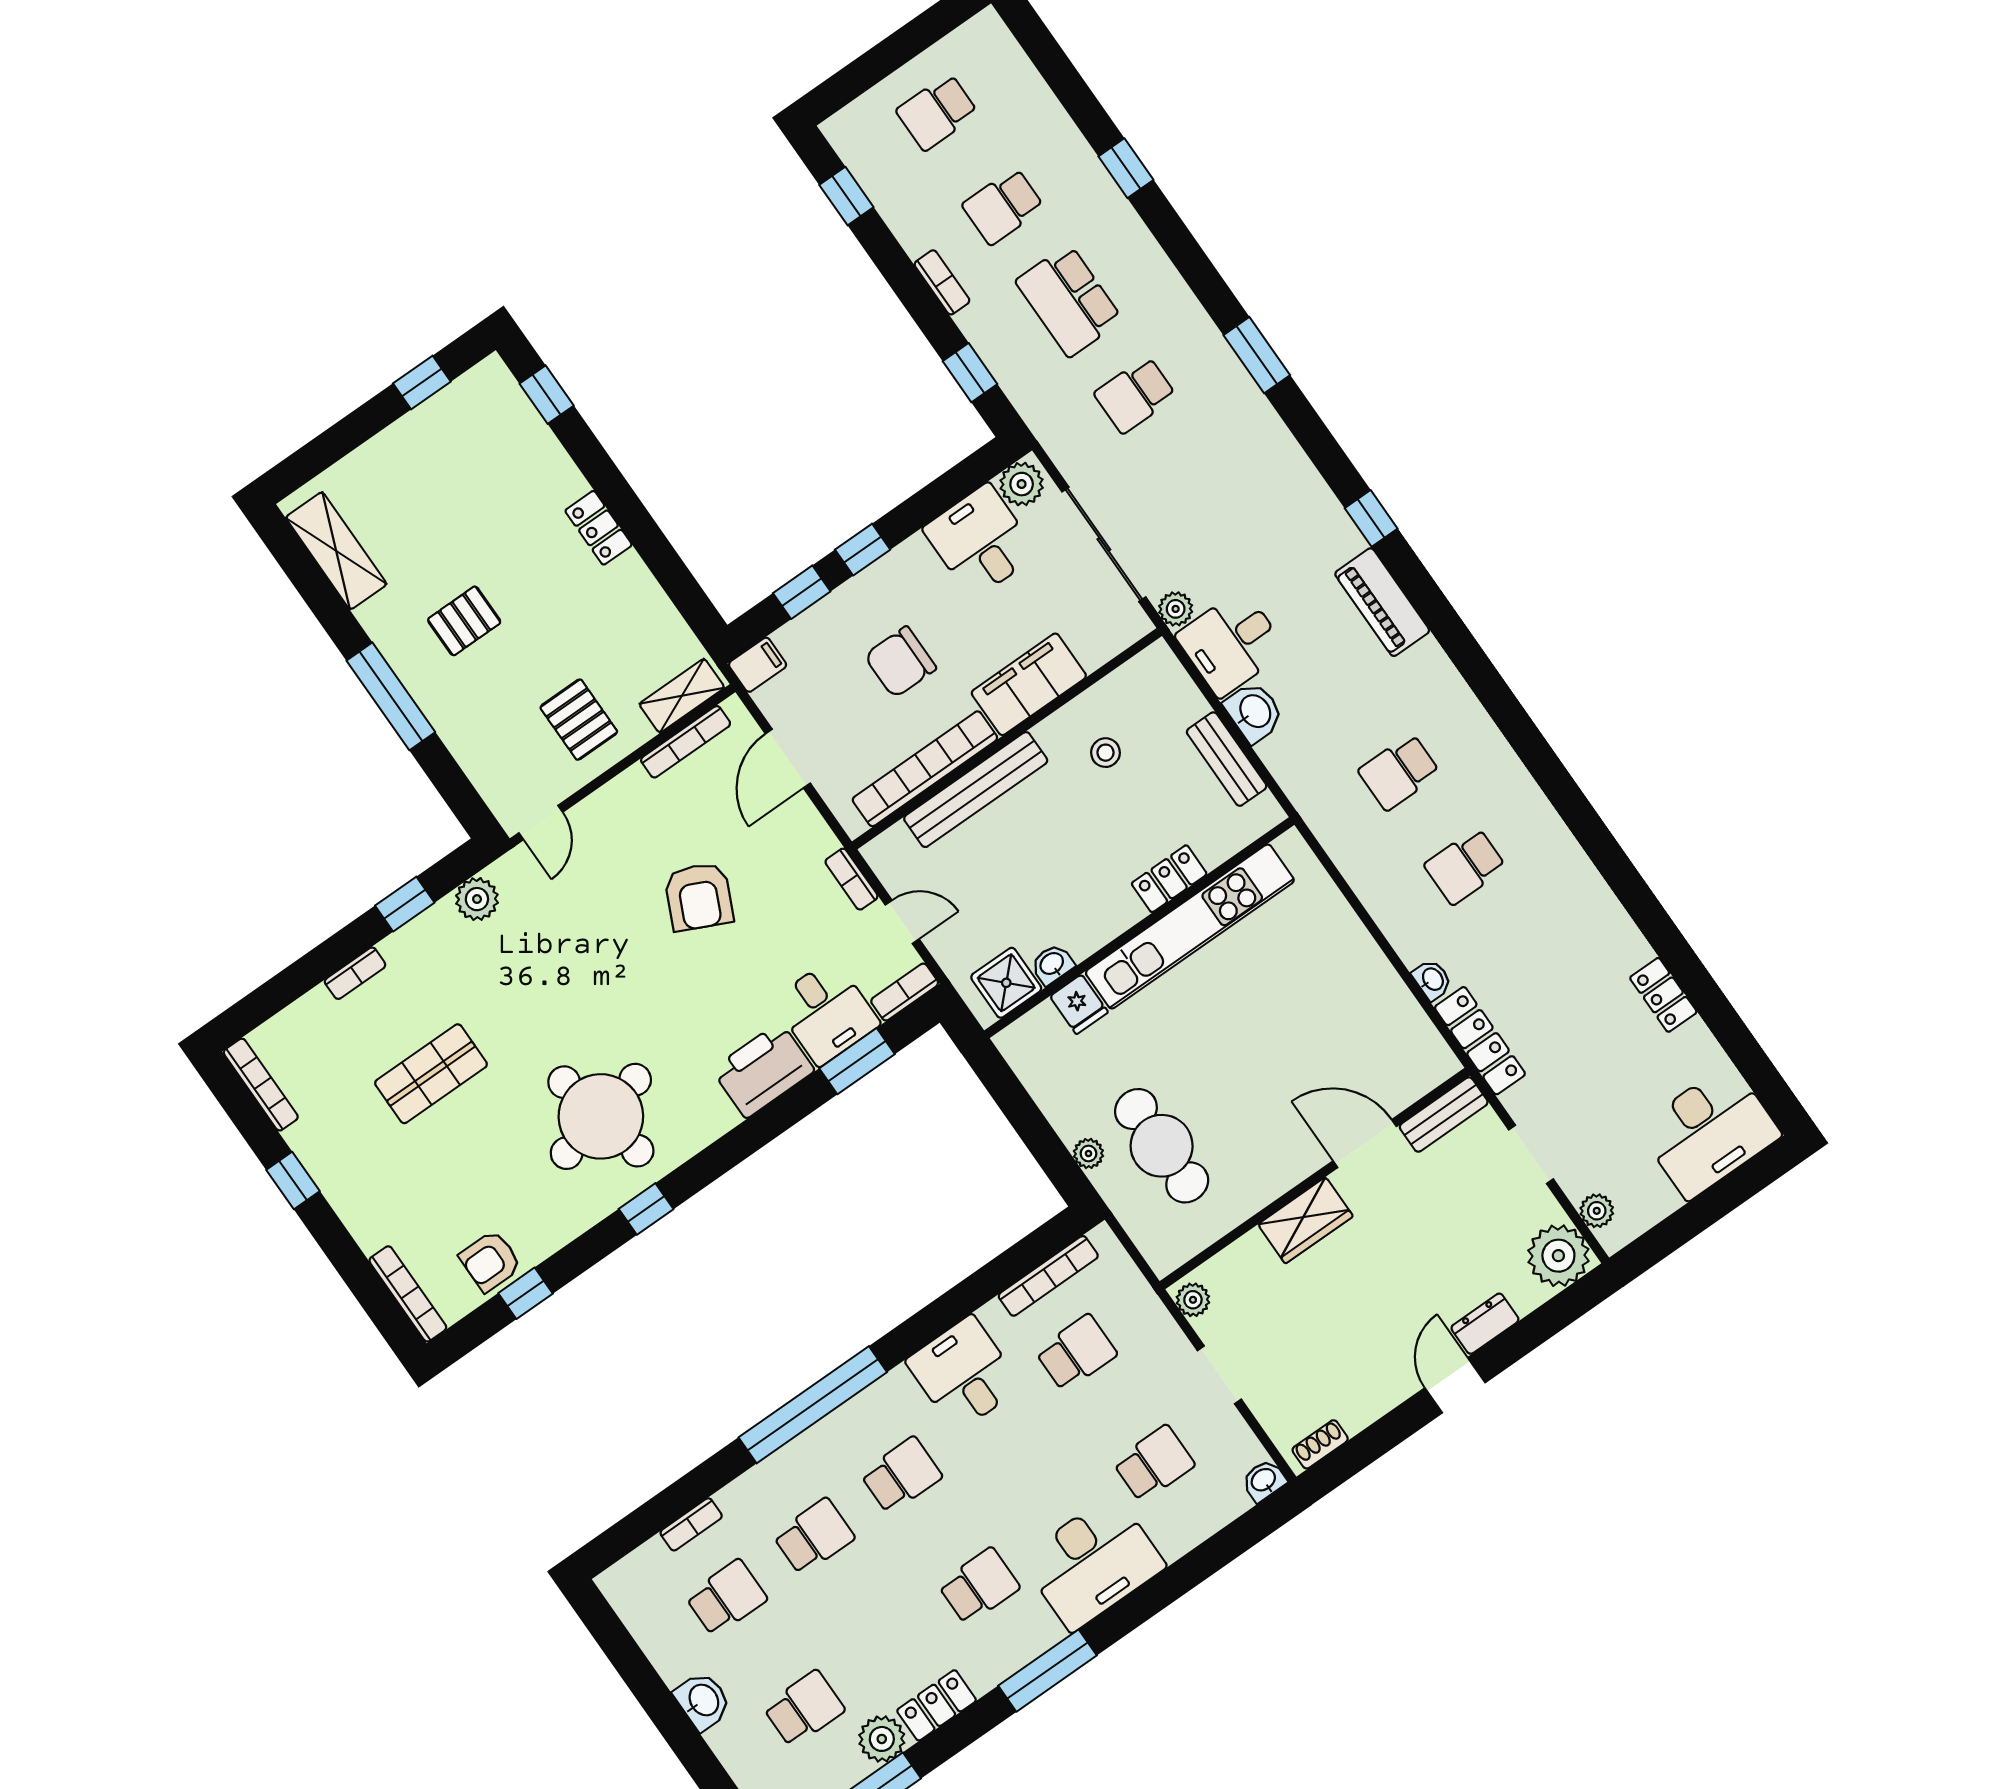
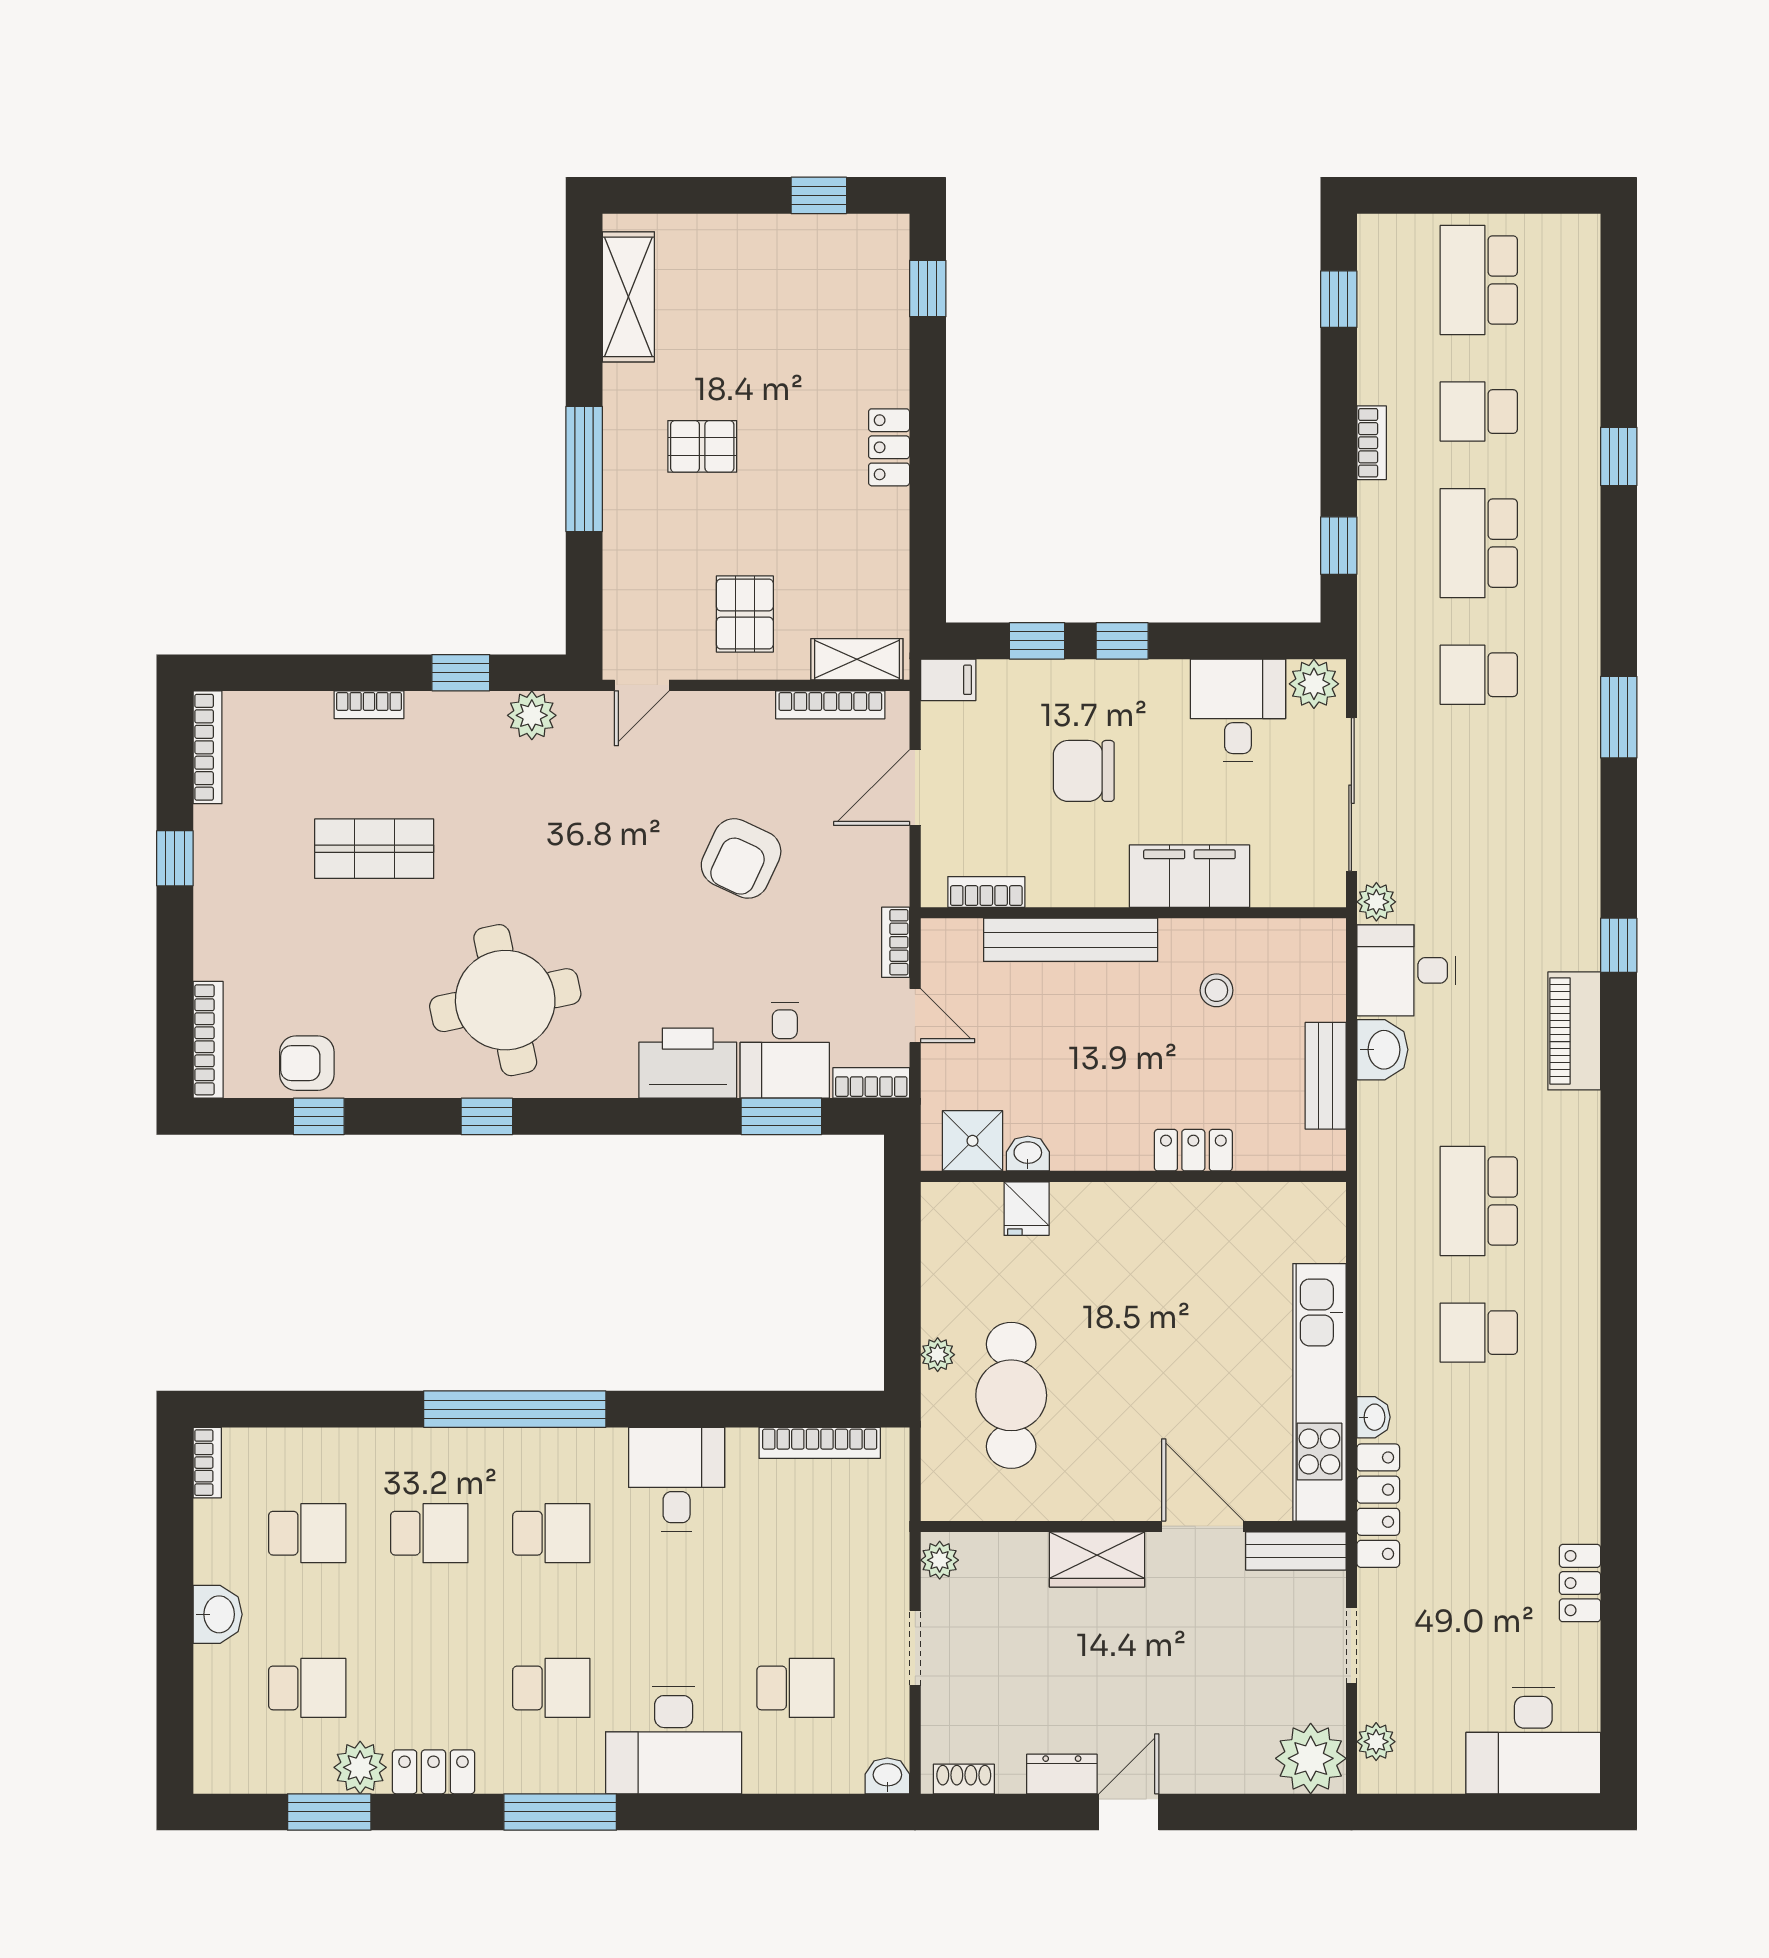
school desk: (937, 112) -> (1479, 280), width x1.85
bookcase: (925, 769) -> (986, 892), width x0.43, depth x0.76
school desk: (1399, 772) -> (1479, 1201), width x1.85
kitchen unit: (1190, 926) -> (1319, 1392), moved, turned 90
dresser: (1485, 1324) -> (1062, 1774), moved
school desk: (1076, 1353) -> (796, 1533), removed
bookcase: (691, 1524) -> (207, 1463), moved, turned -90

